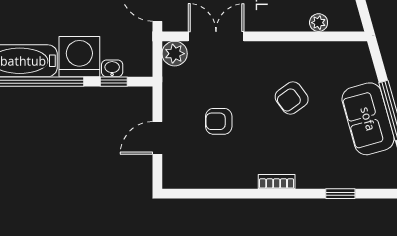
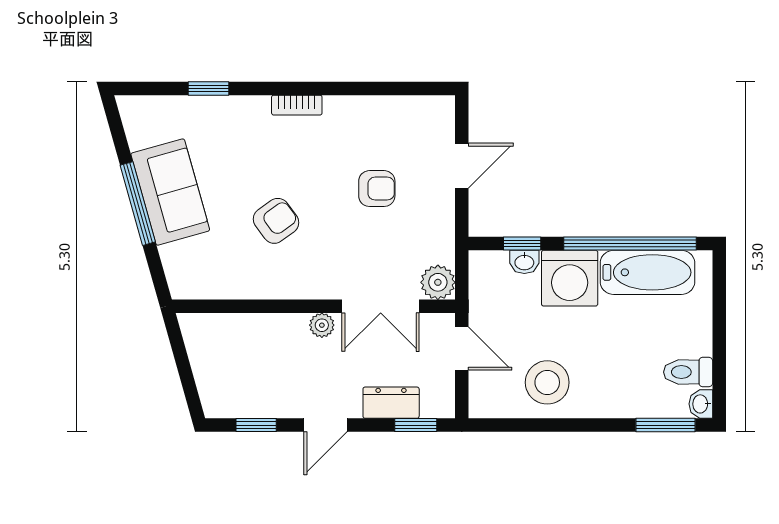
plant: (319, 23) -> (322, 325), moved

